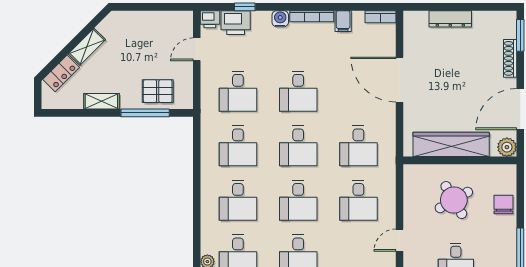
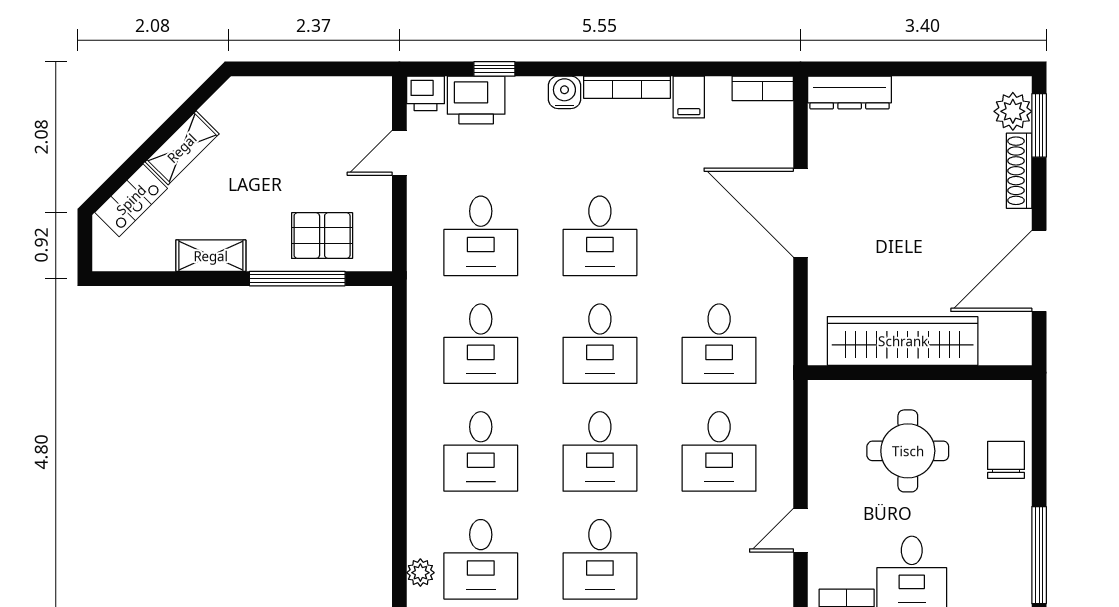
dresser: (450, 19) -> (850, 93), moved
plant: (507, 147) -> (1013, 111), moved
round table: (454, 200) -> (908, 451), turned 30

